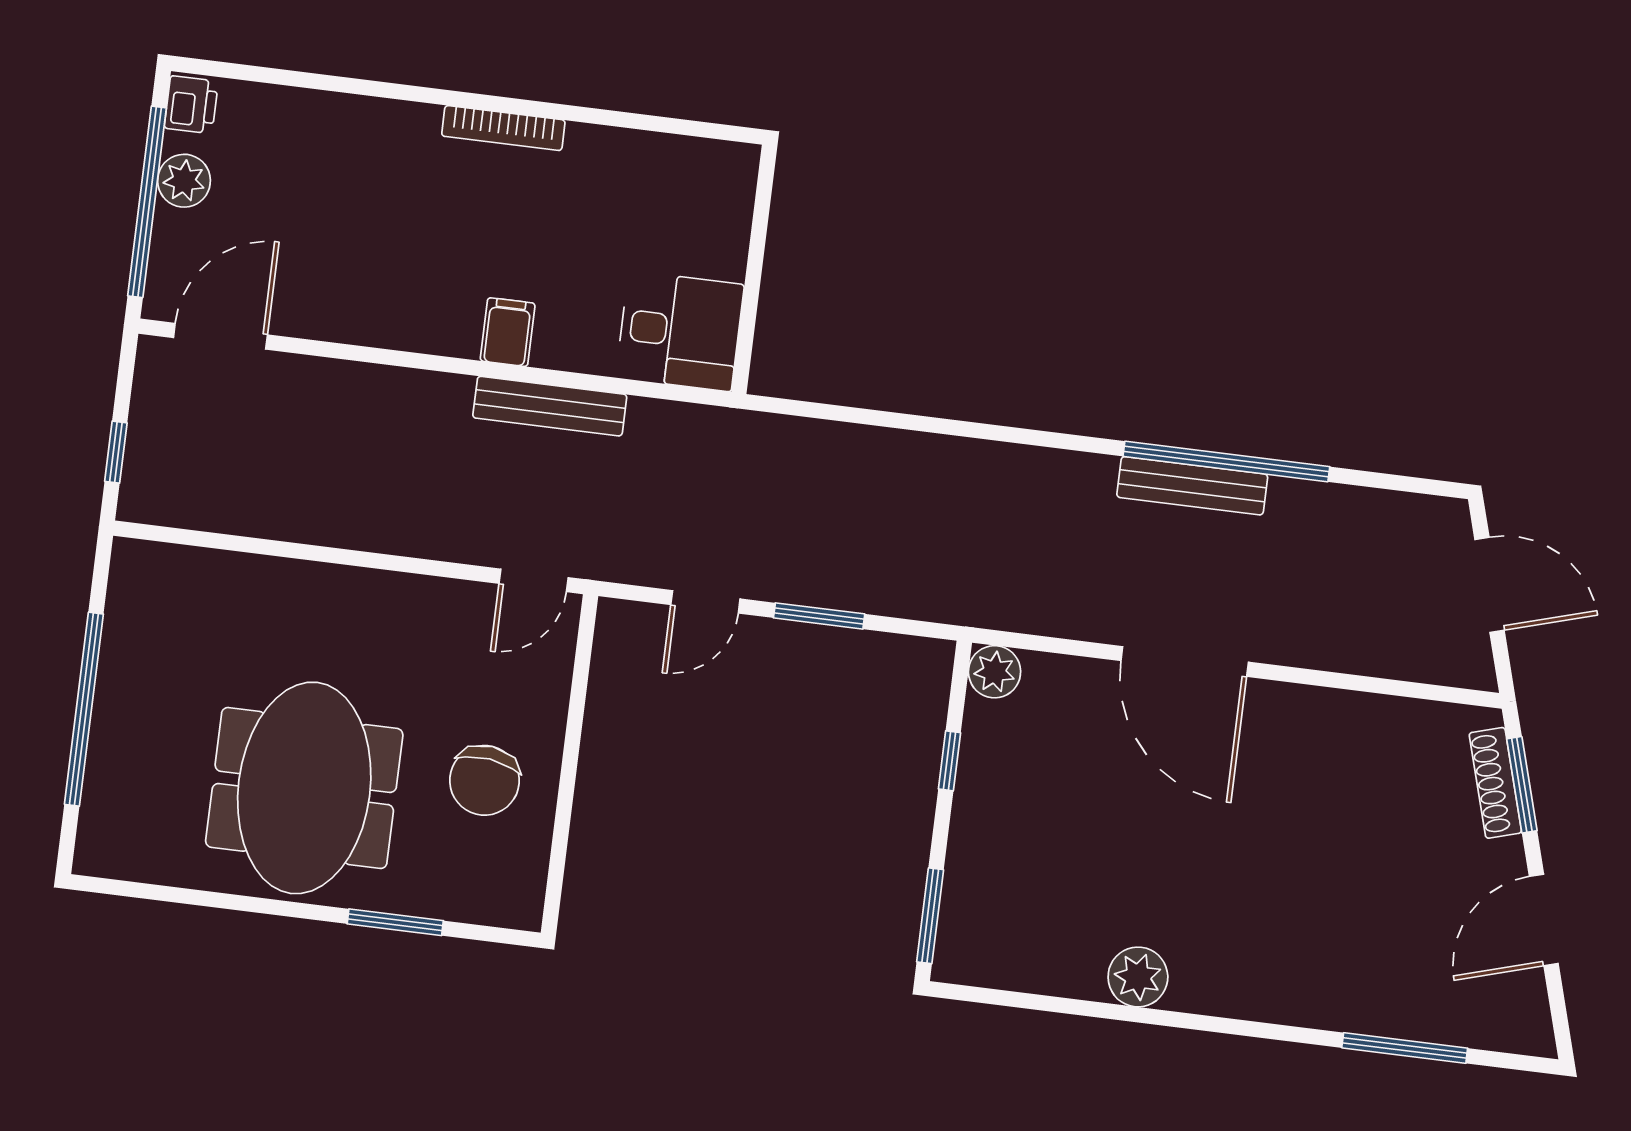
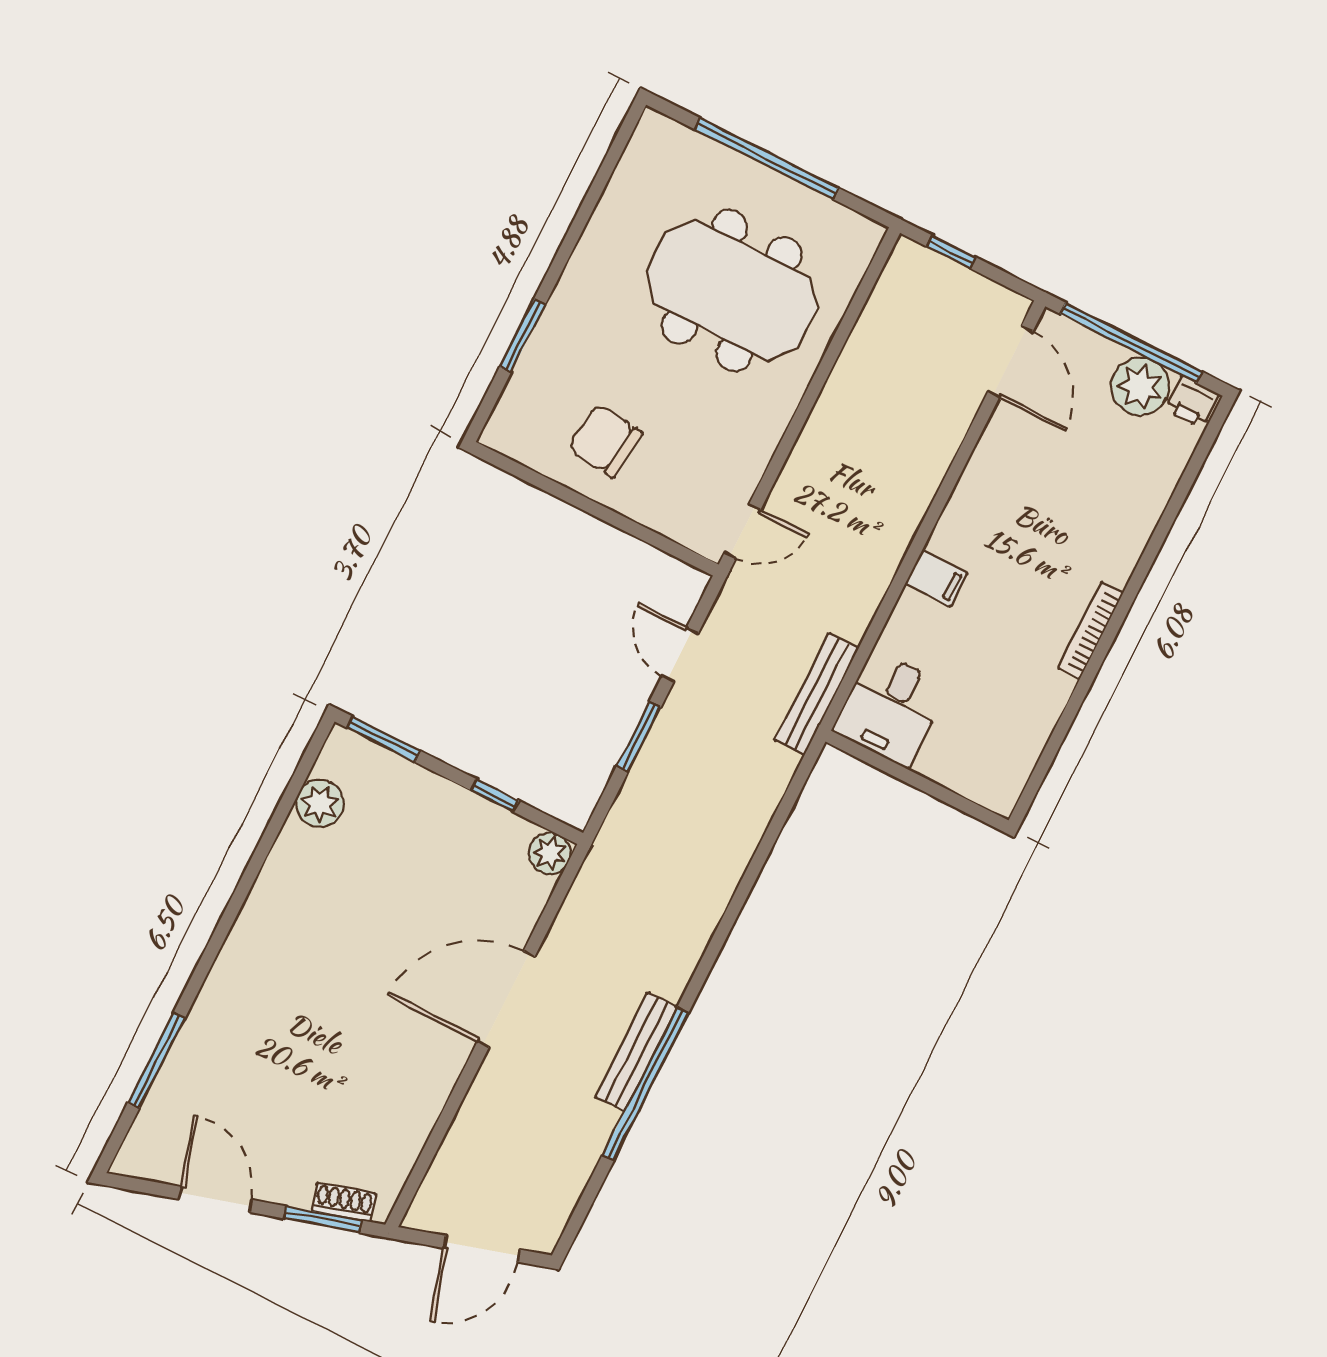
plant: (184, 181) -> (1140, 386), width x1.36, depth x1.36
bench: (550, 406) -> (817, 694), moved
door: (534, 580) -> (742, 531), swing flipped
shoe rack: (1495, 783) -> (344, 1202), width x0.70
meeting table: (304, 788) -> (732, 290), moved
plant: (1138, 977) -> (320, 803), moved

